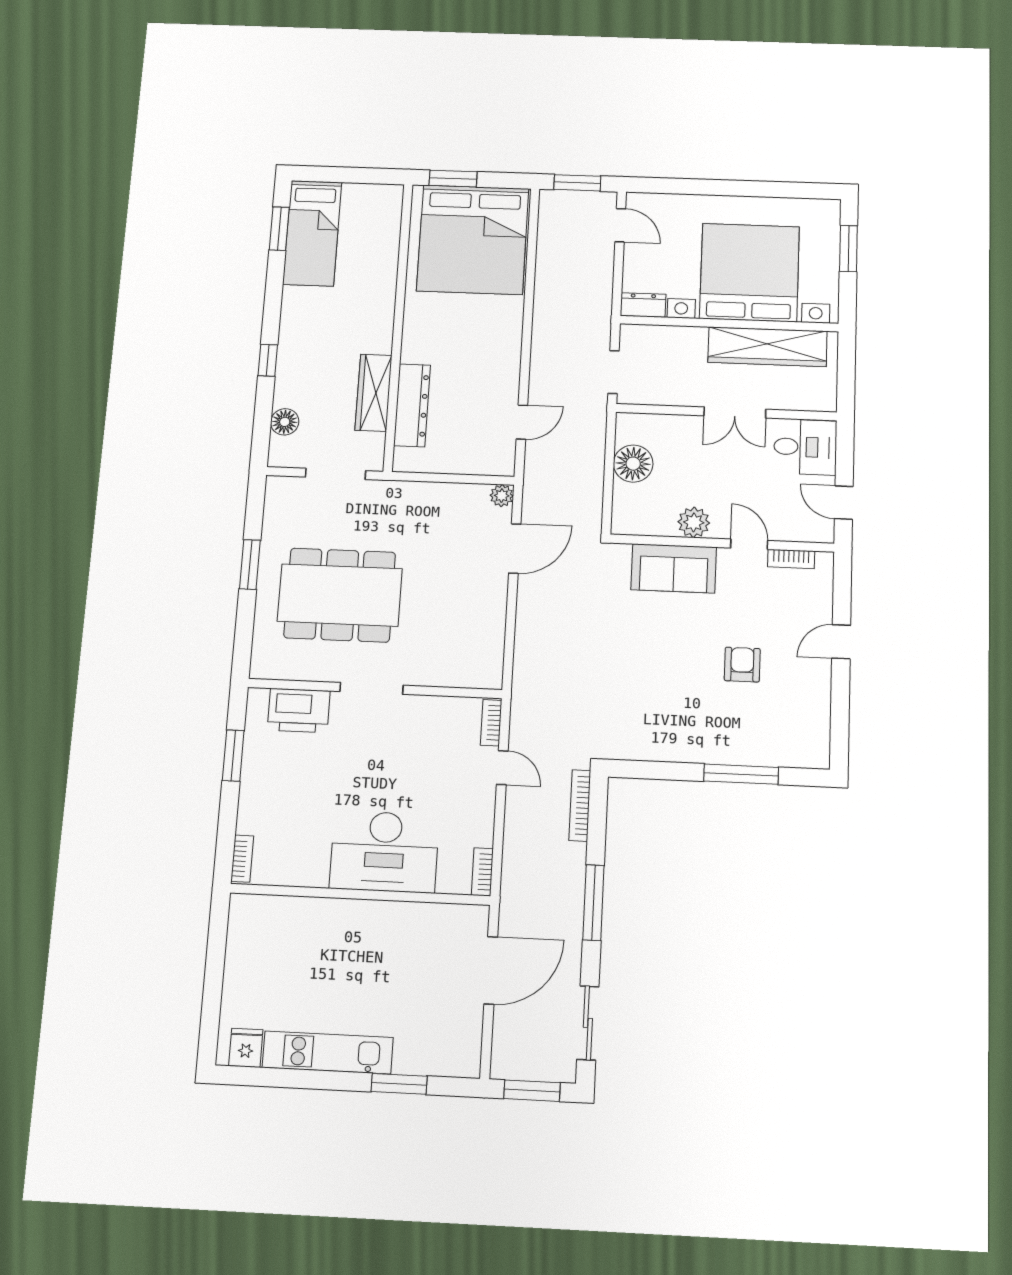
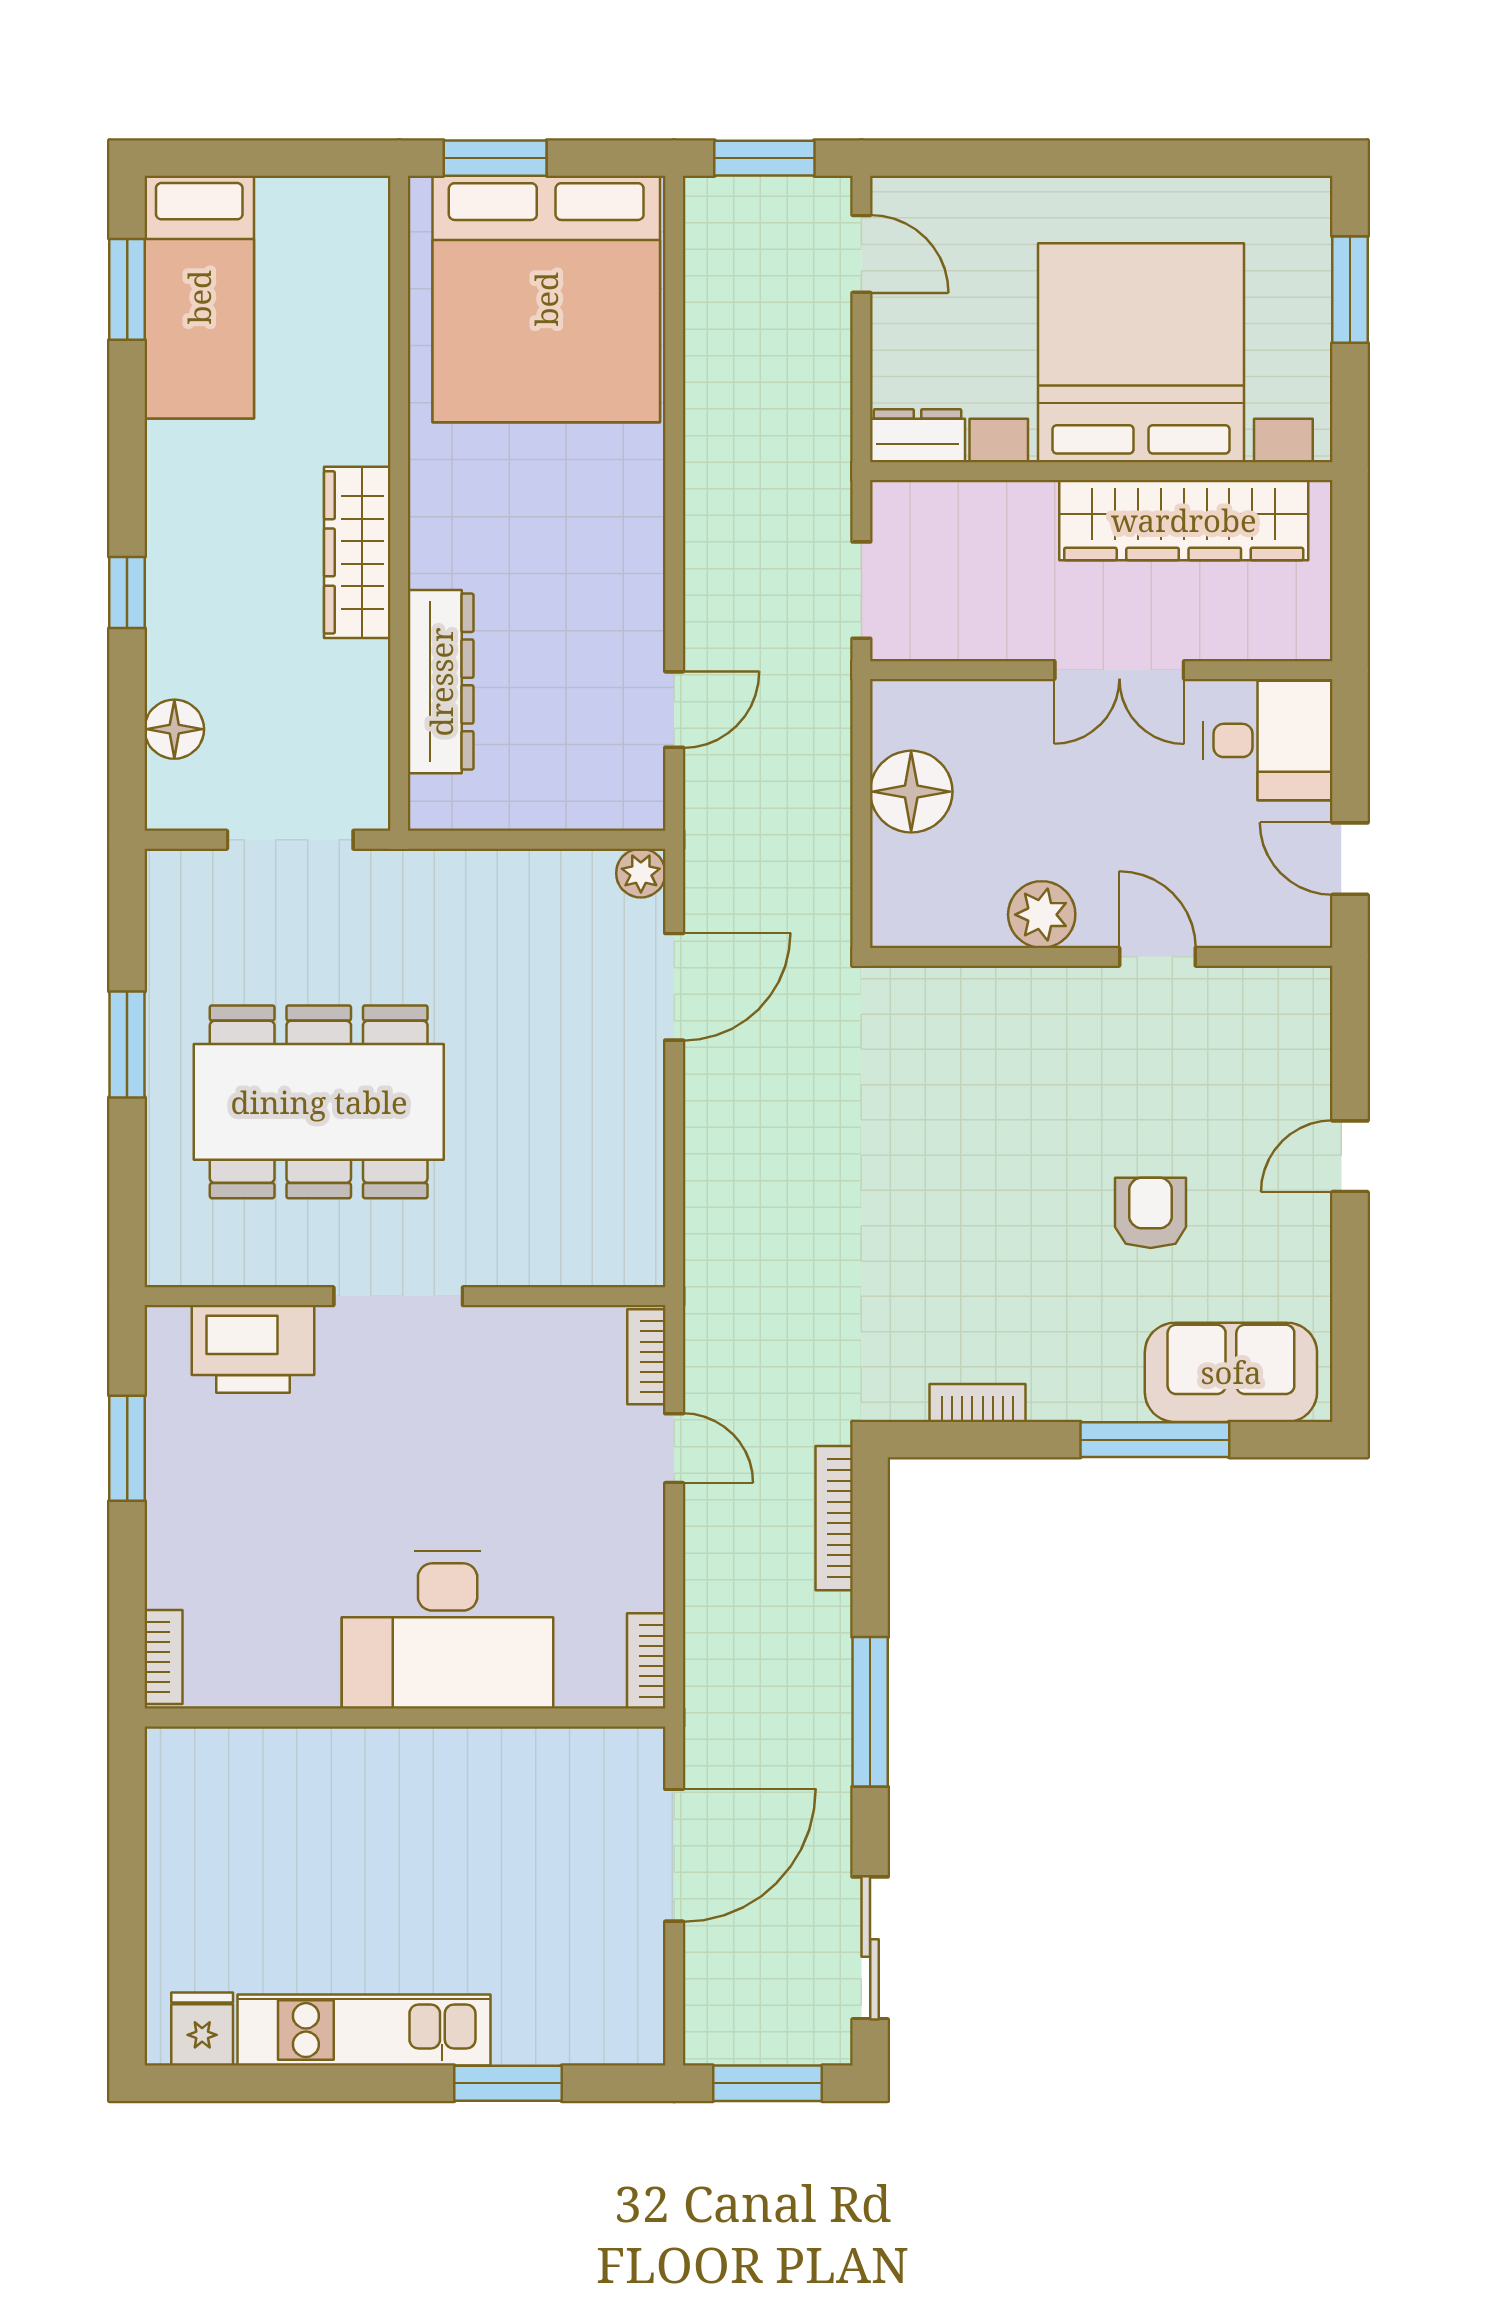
wardrobe: (373, 393) -> (357, 552), moved
bookcase: (791, 559) -> (978, 1403), moved, turned 180
sofa: (674, 568) -> (1231, 1372), moved, turned 180

